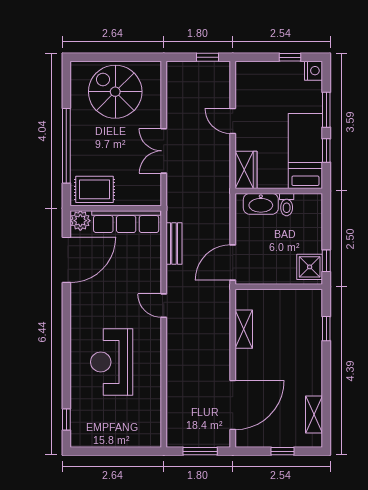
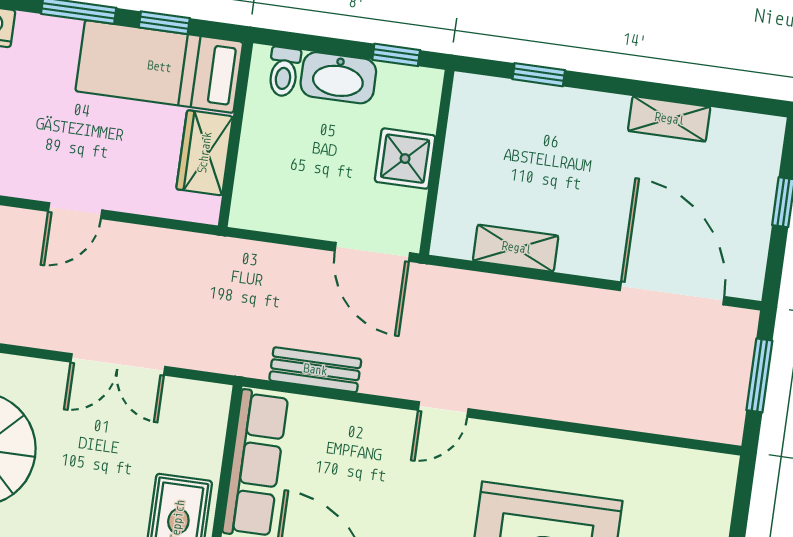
wardrobe: (246, 170) -> (205, 153), moved, turned -90
washbasin: (261, 204) -> (338, 78), moved, turned 90
toilet: (287, 205) -> (284, 72), moved, turned 90
shower: (310, 267) -> (405, 159), moved
shelving: (314, 414) -> (669, 119), moved

